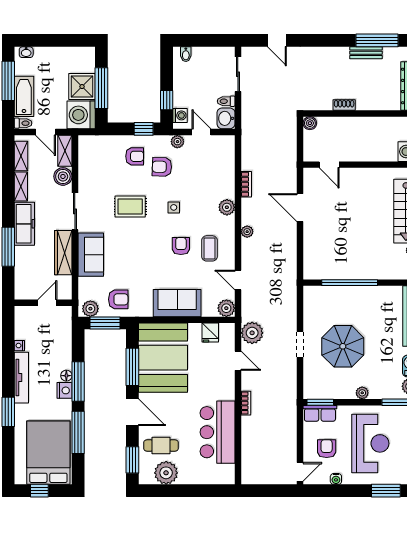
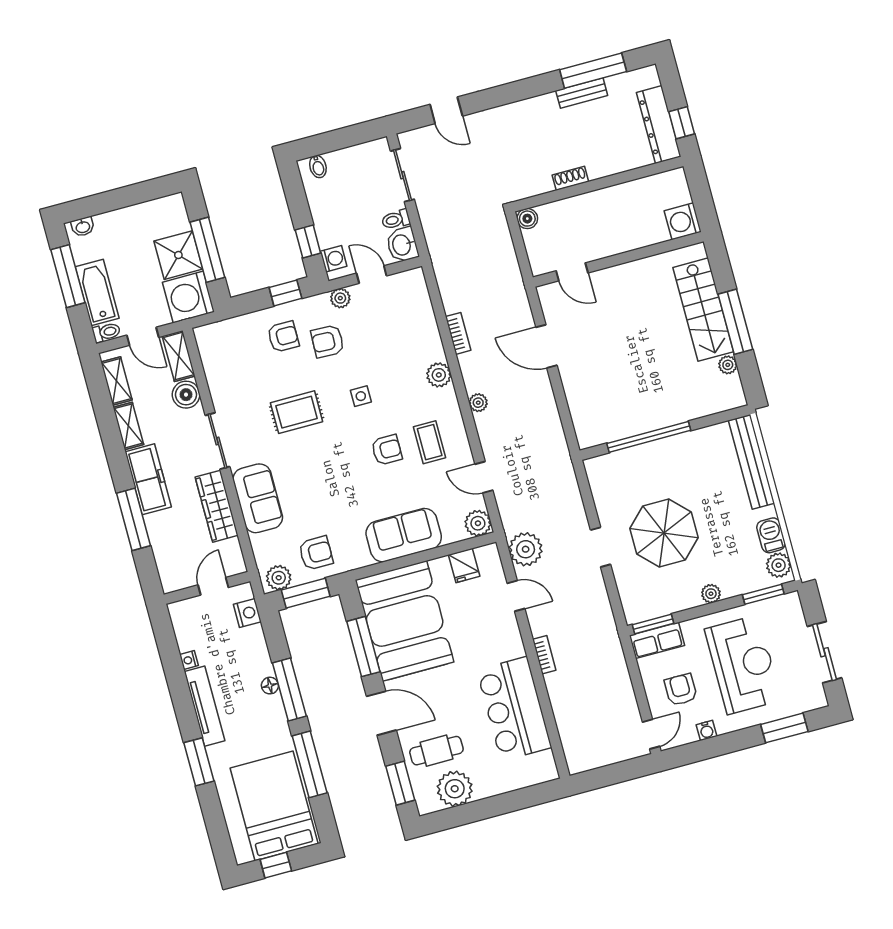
armchair: (181, 246) -> (387, 450), turned 90
nightstand: (64, 390) -> (247, 613), moved

